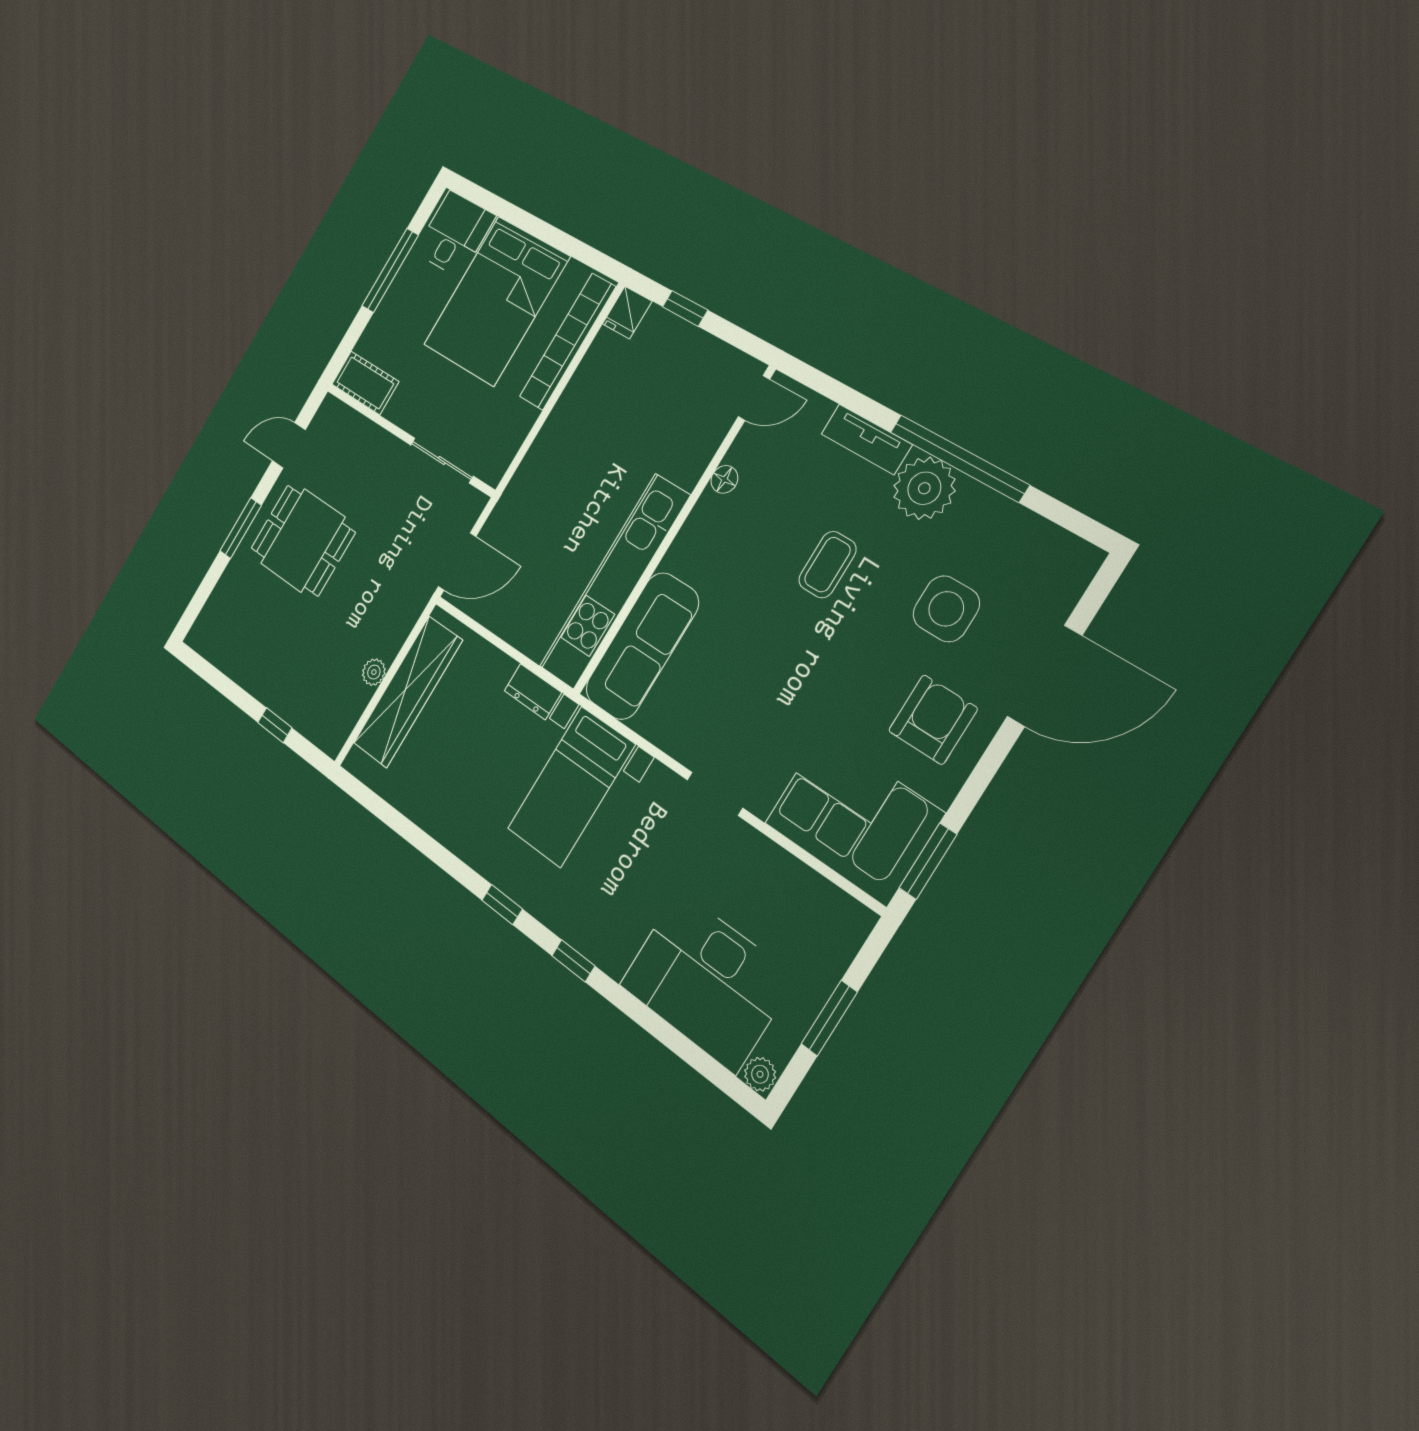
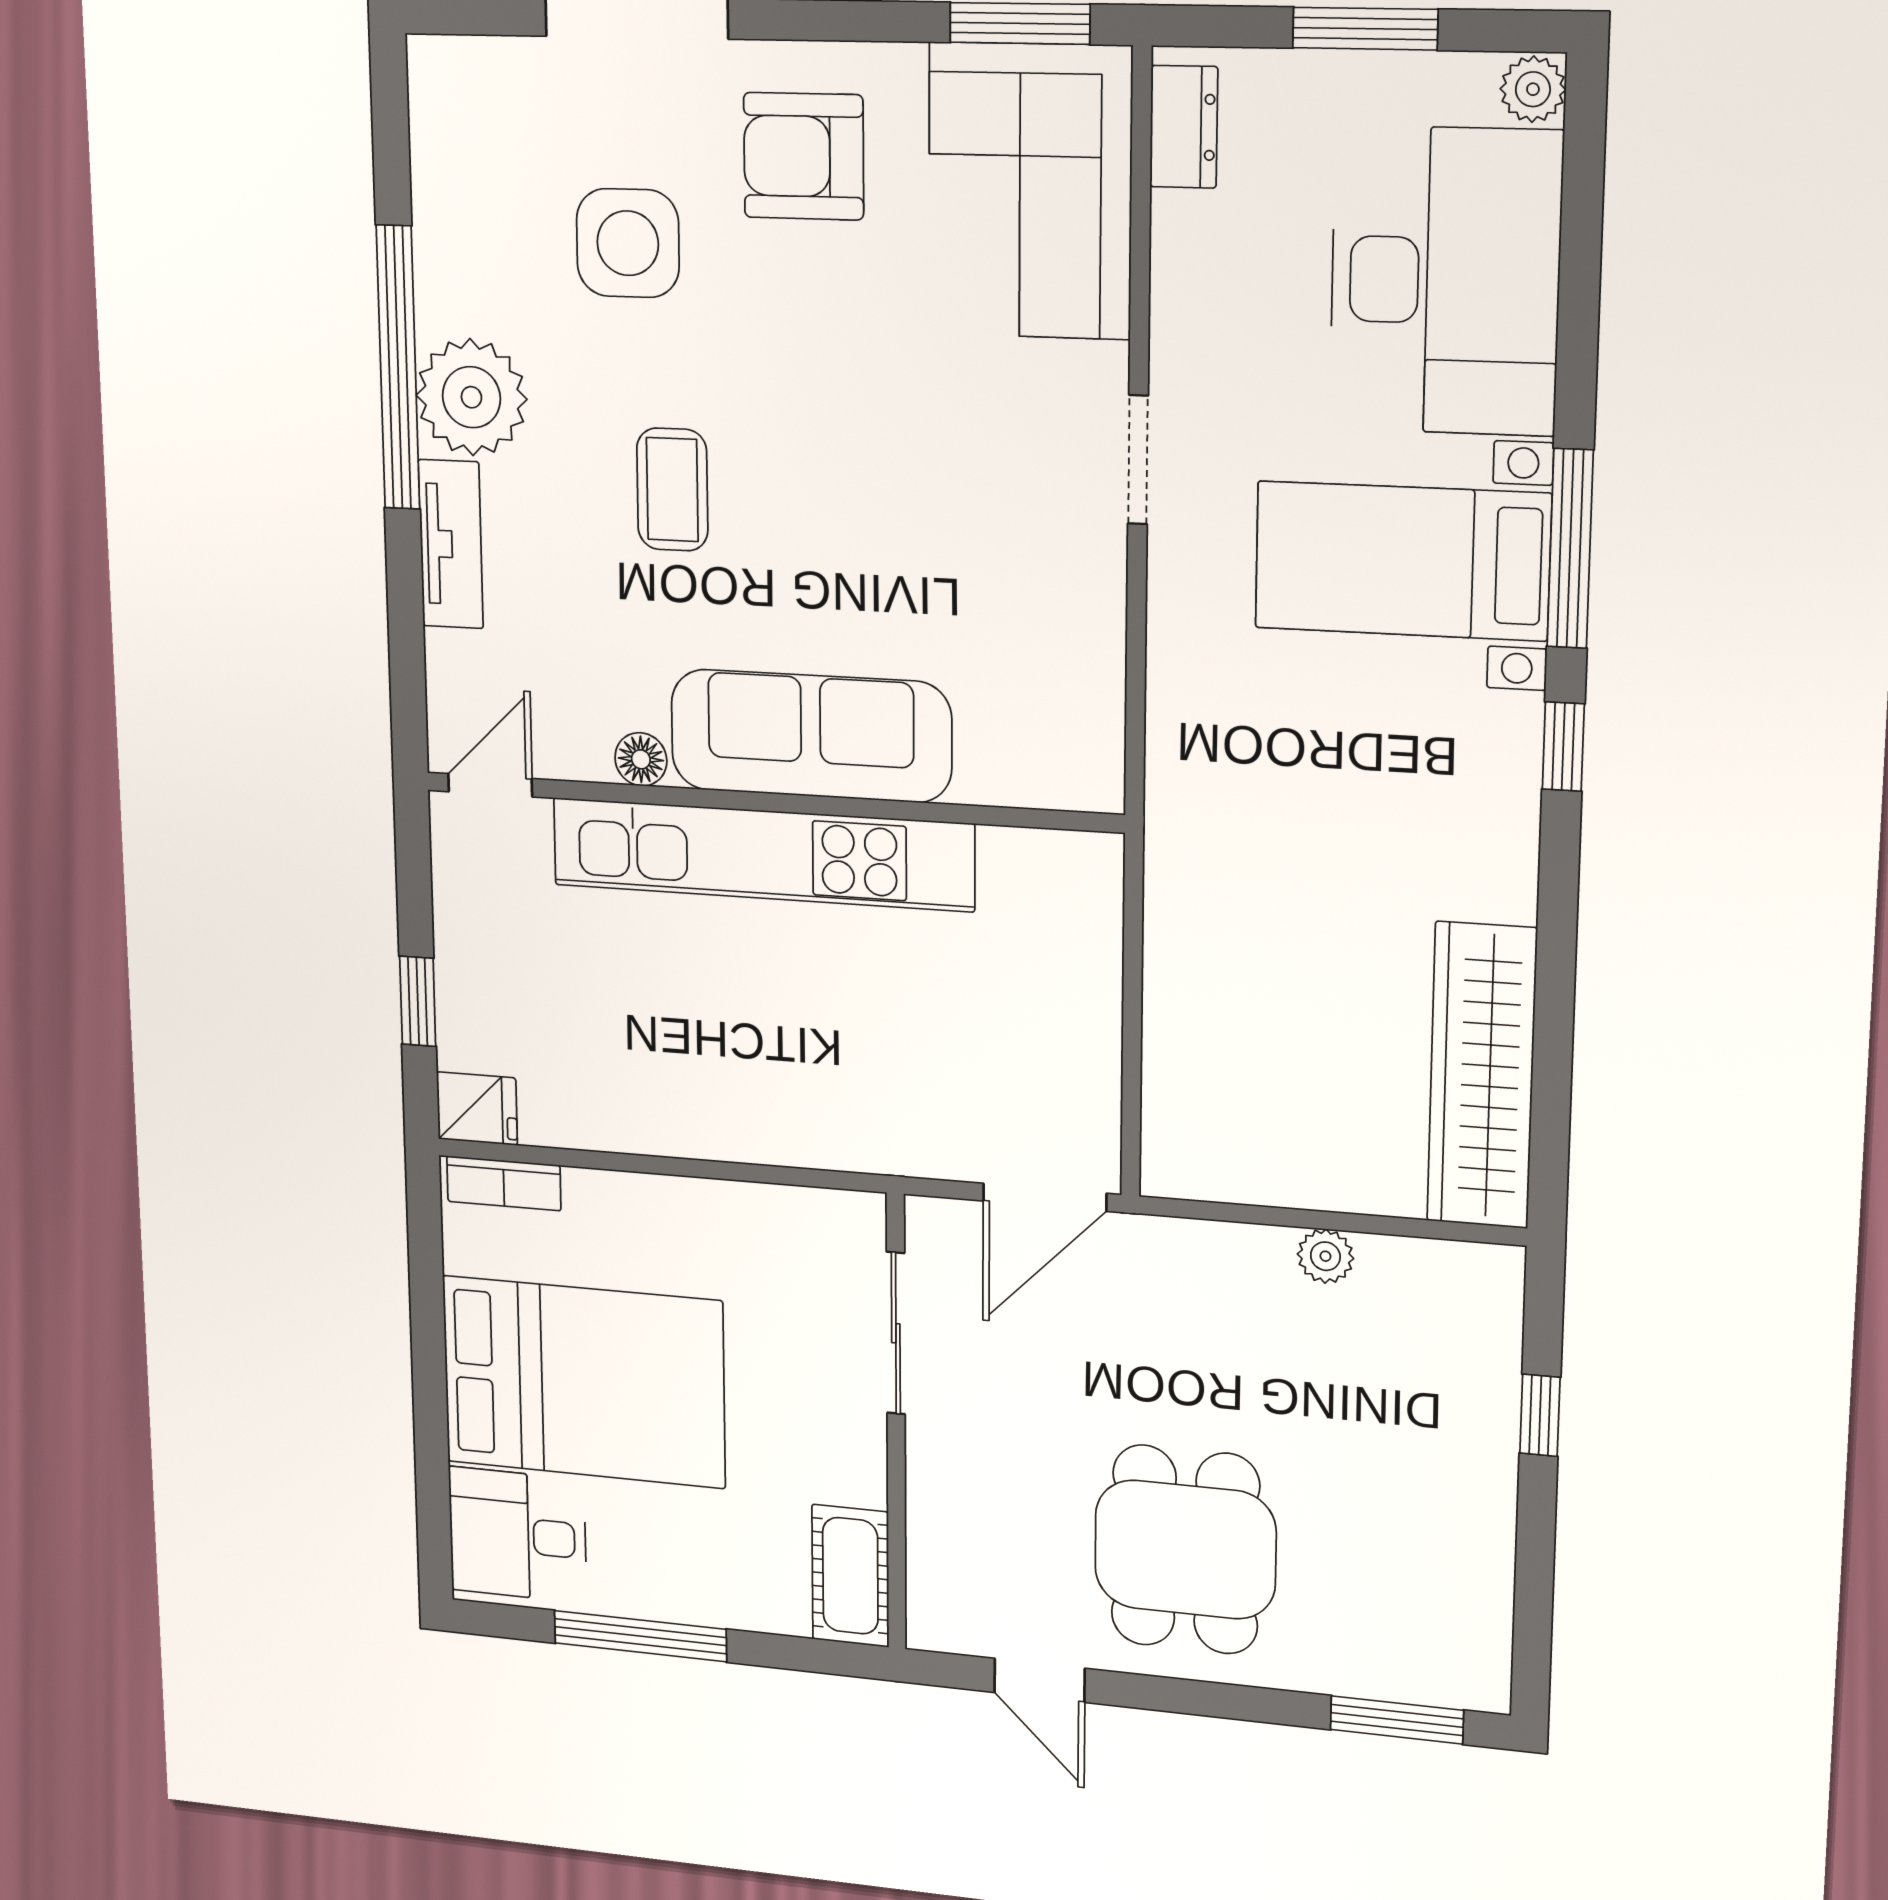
bookcase: (568, 342) -> (504, 1183), width x0.43, depth x0.76
door: (754, 398) -> (490, 785), hinge flipped
window: (241, 528) -> (1397, 1720), moved
door: (457, 562) -> (1045, 1197), swing flipped
coffee table: (827, 565) -> (672, 490), turned 90
kitchen unit: (614, 581) -> (762, 854), moved
sofa: (642, 646) -> (811, 736), moved
wardrobe: (408, 692) -> (1482, 1076), moved, turned -90
dresser: (533, 692) -> (1184, 127), moved
bed with nightstands: (571, 787) -> (1402, 561), moved, turned 180
window: (573, 961) -> (1570, 549), width x2.17

